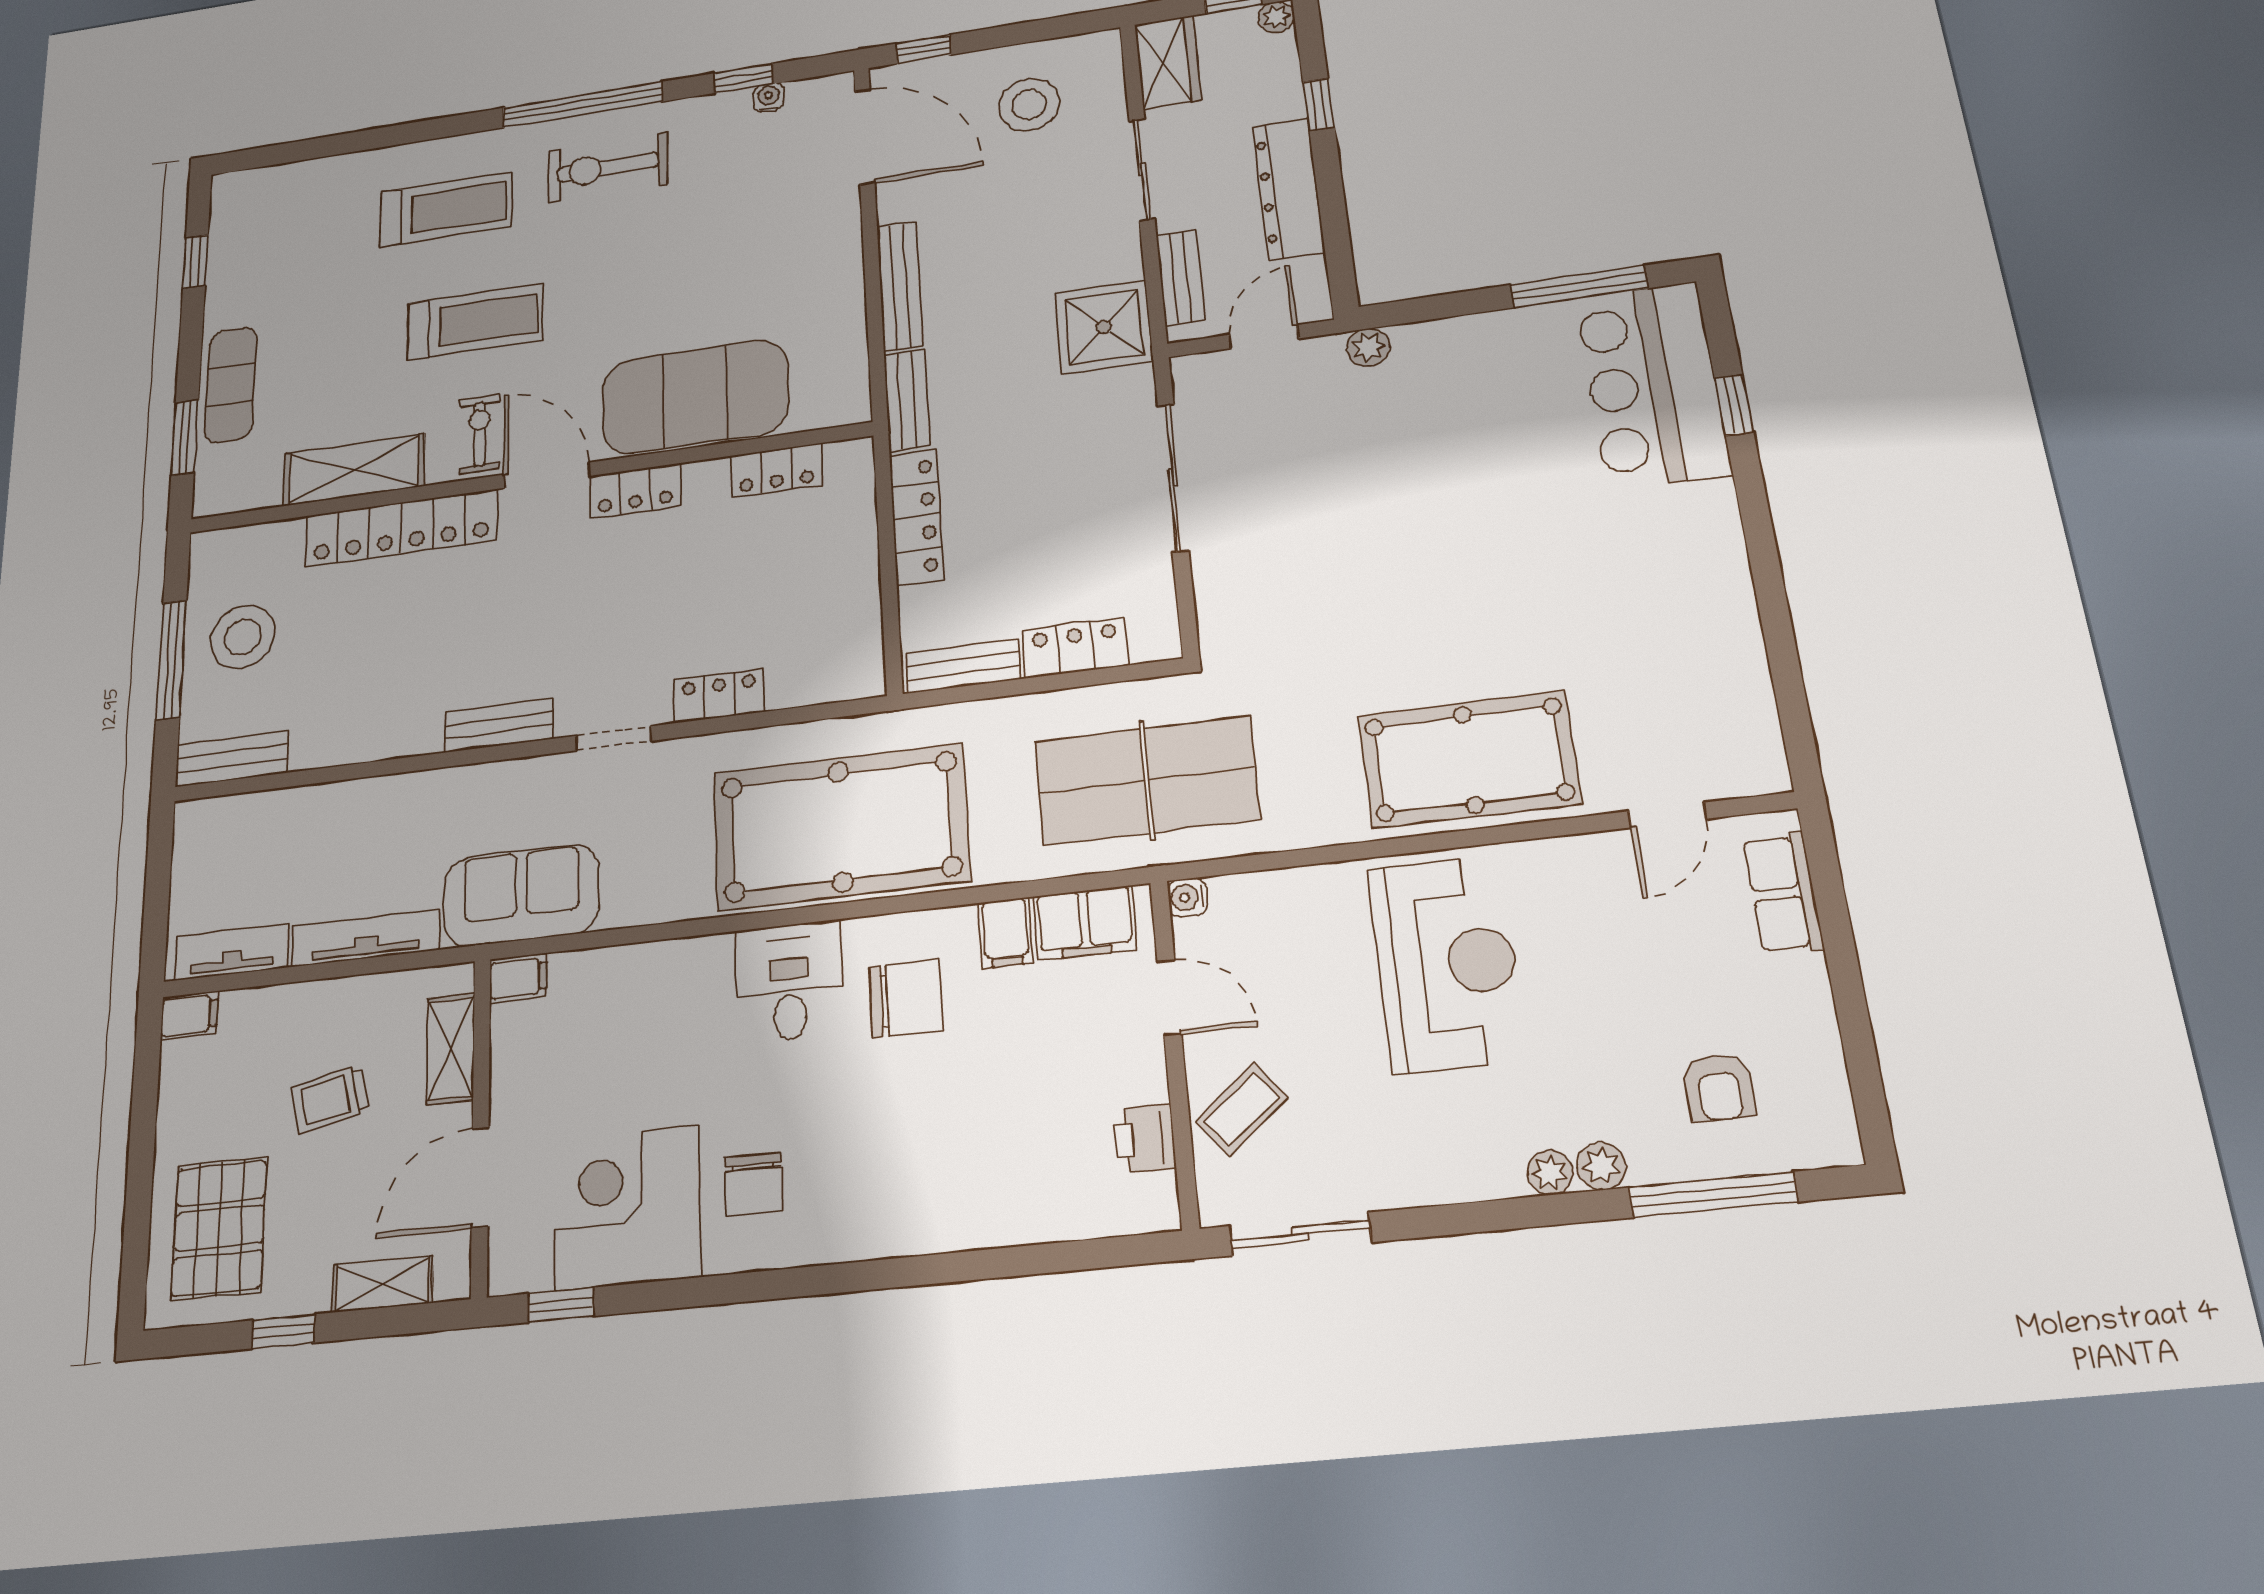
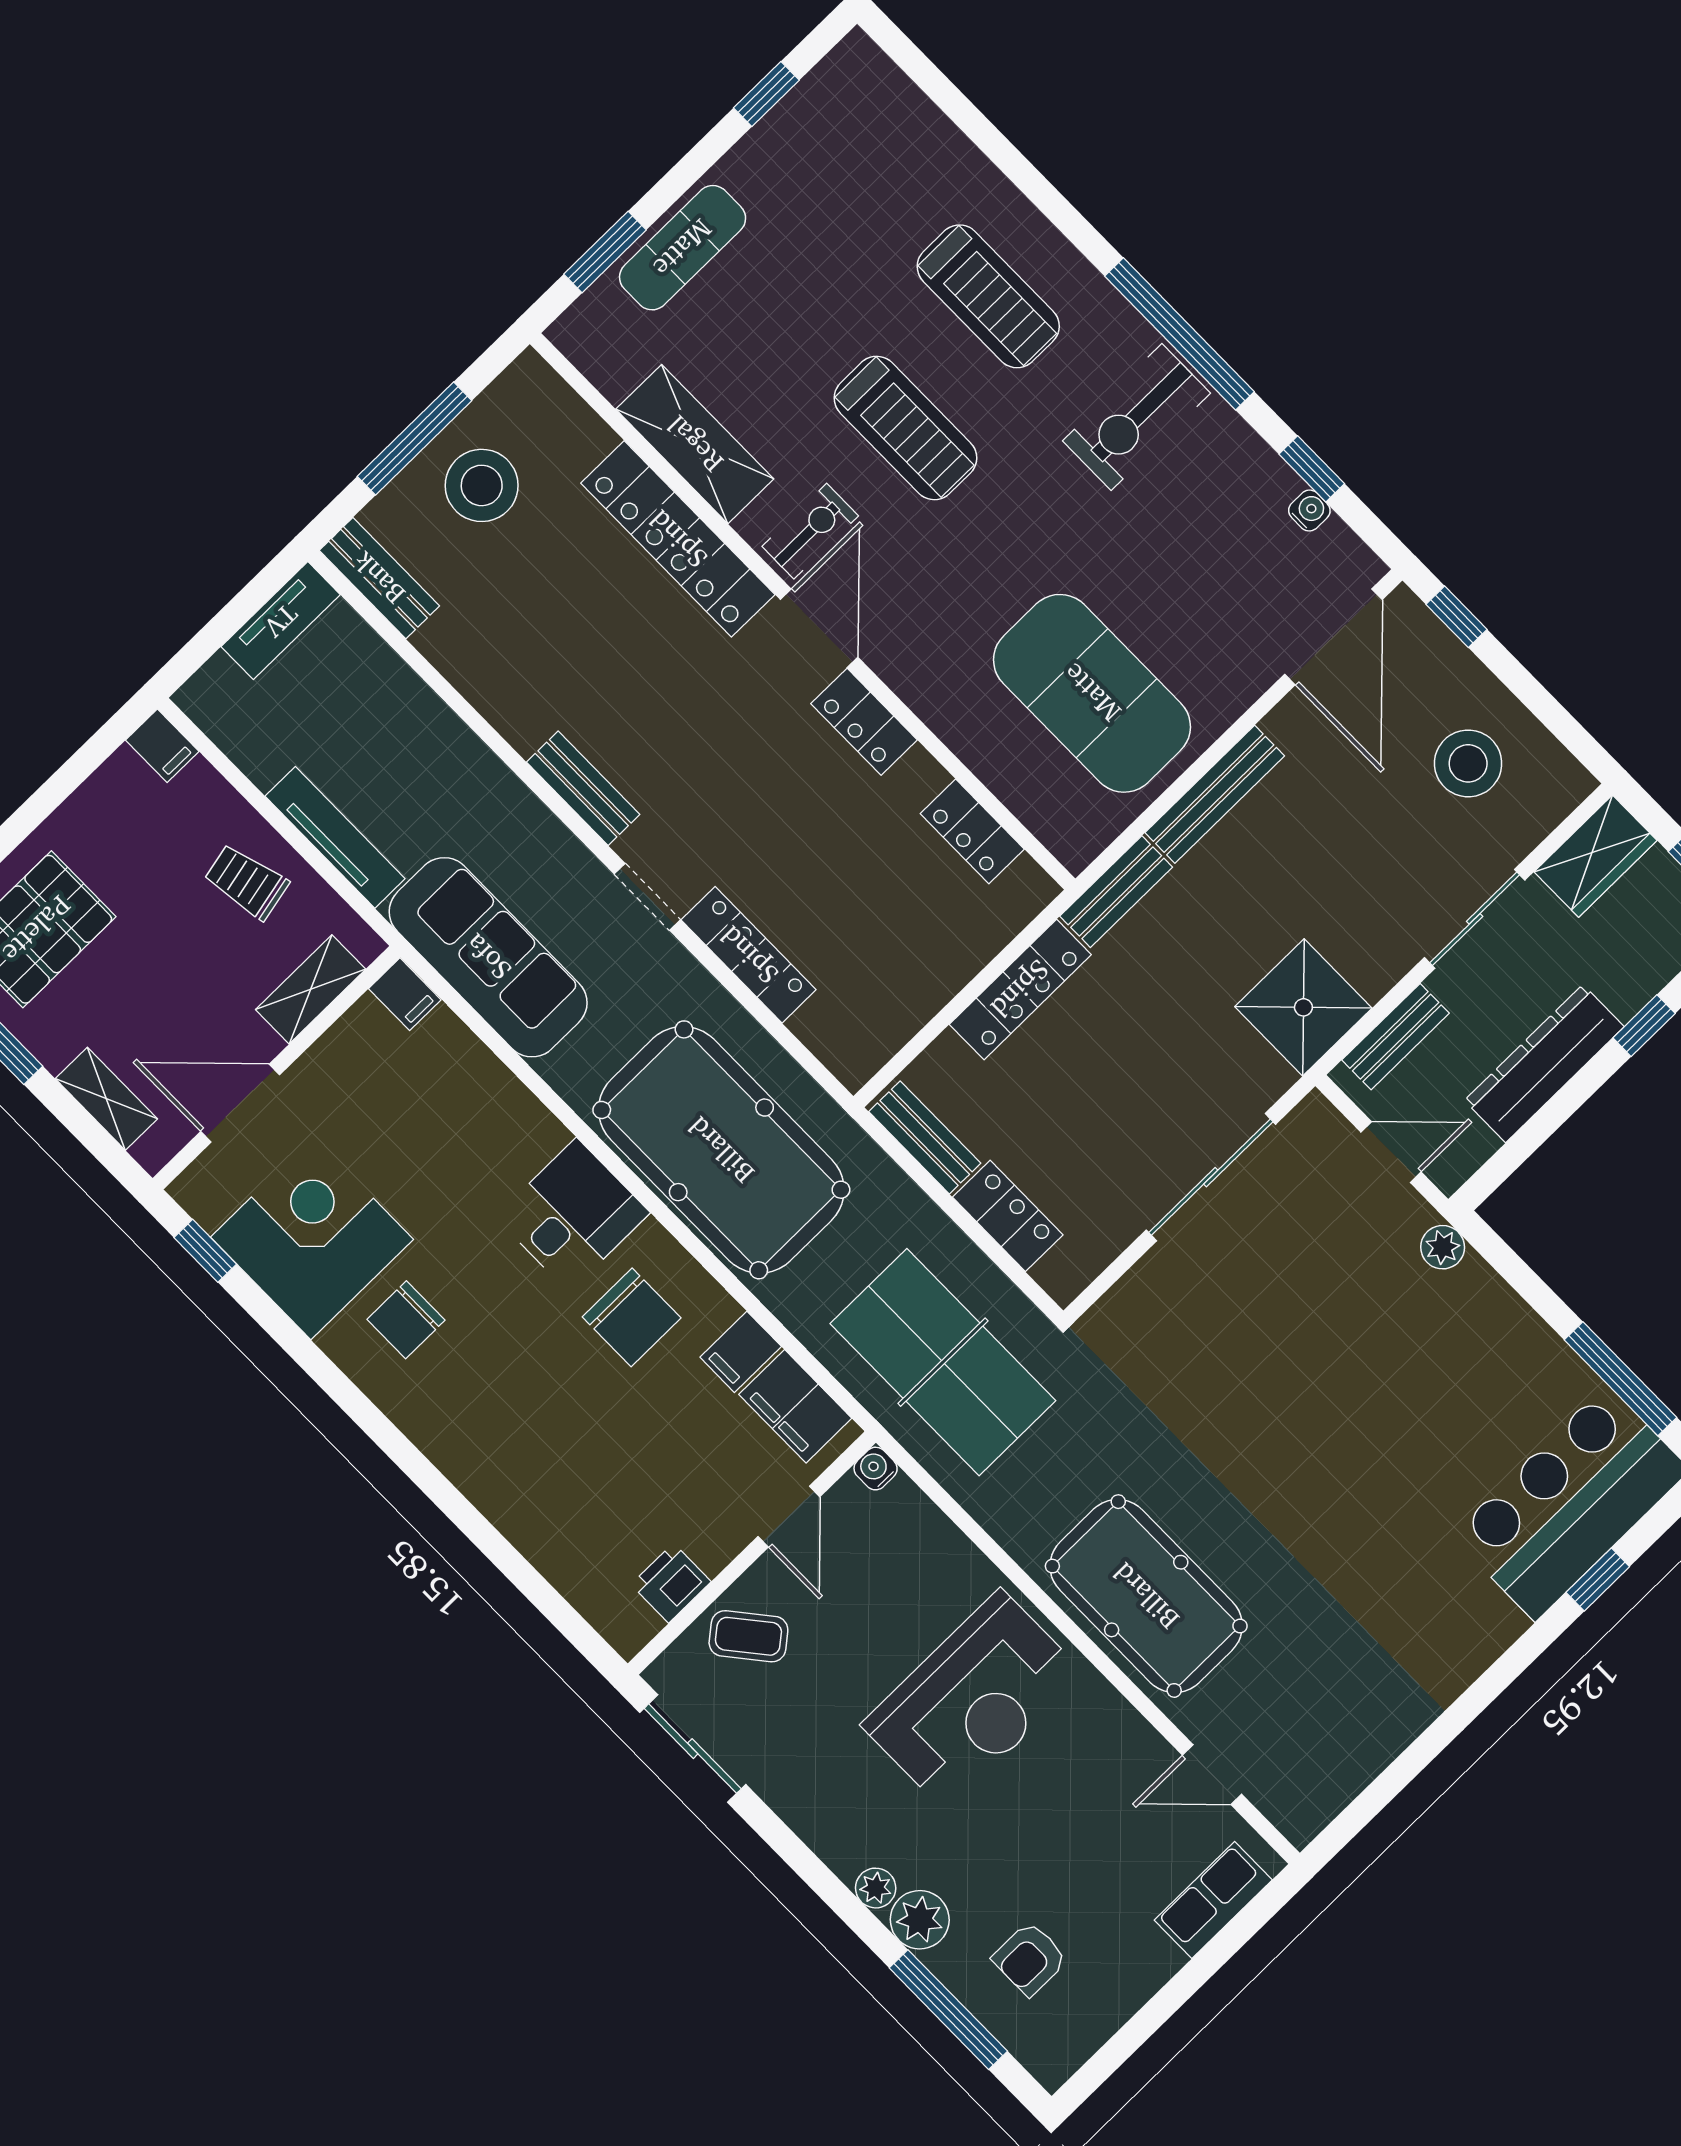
exercise bike: (608, 167) -> (1136, 417), turned -90
exercise mat: (695, 397) -> (1092, 693), moved
locker: (719, 696) -> (749, 955), width x1.53
sofa: (521, 895) -> (488, 957), width x1.36
tv unit: (232, 952) -> (281, 621), moved, turned 90
trolley: (330, 1099) -> (247, 882), moved
plant: (1601, 1166) -> (920, 1920), width x1.38, depth x1.38

